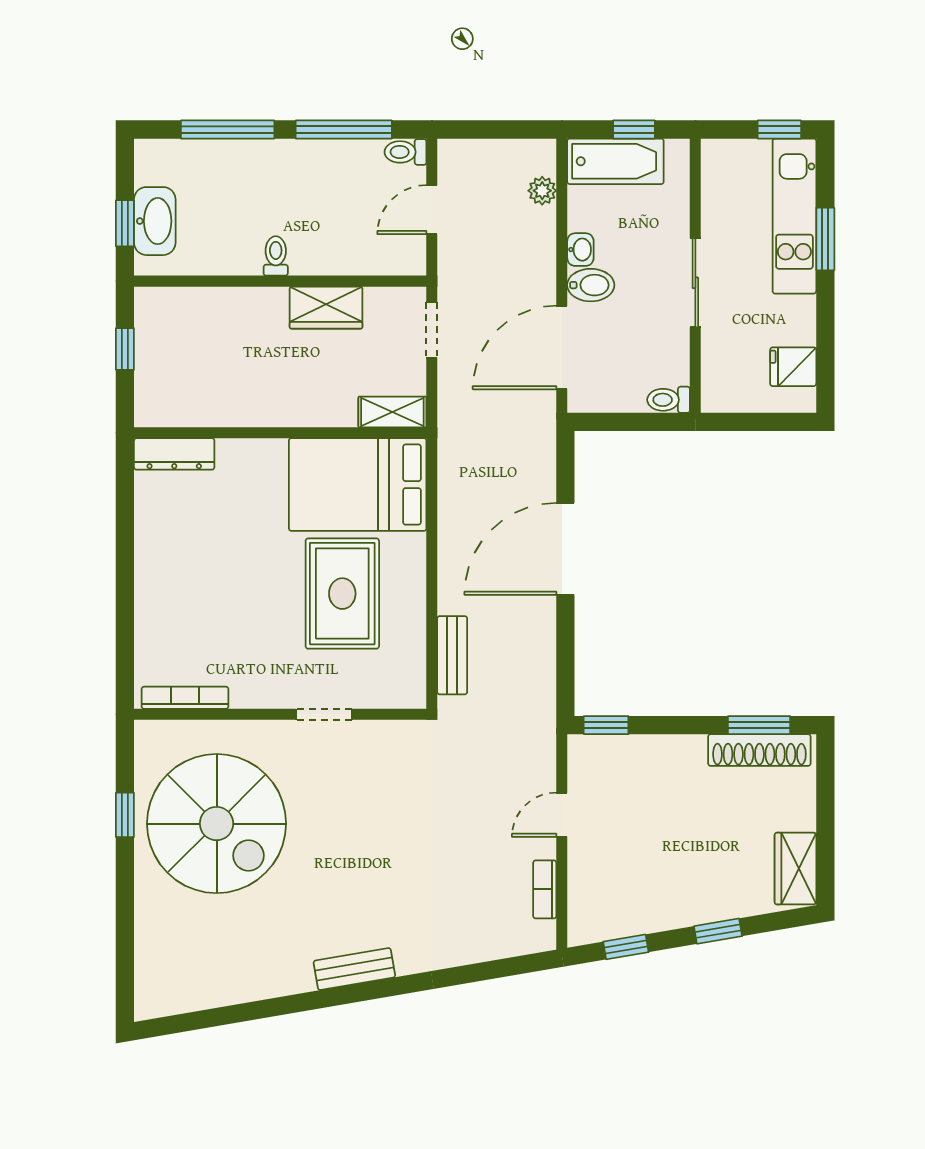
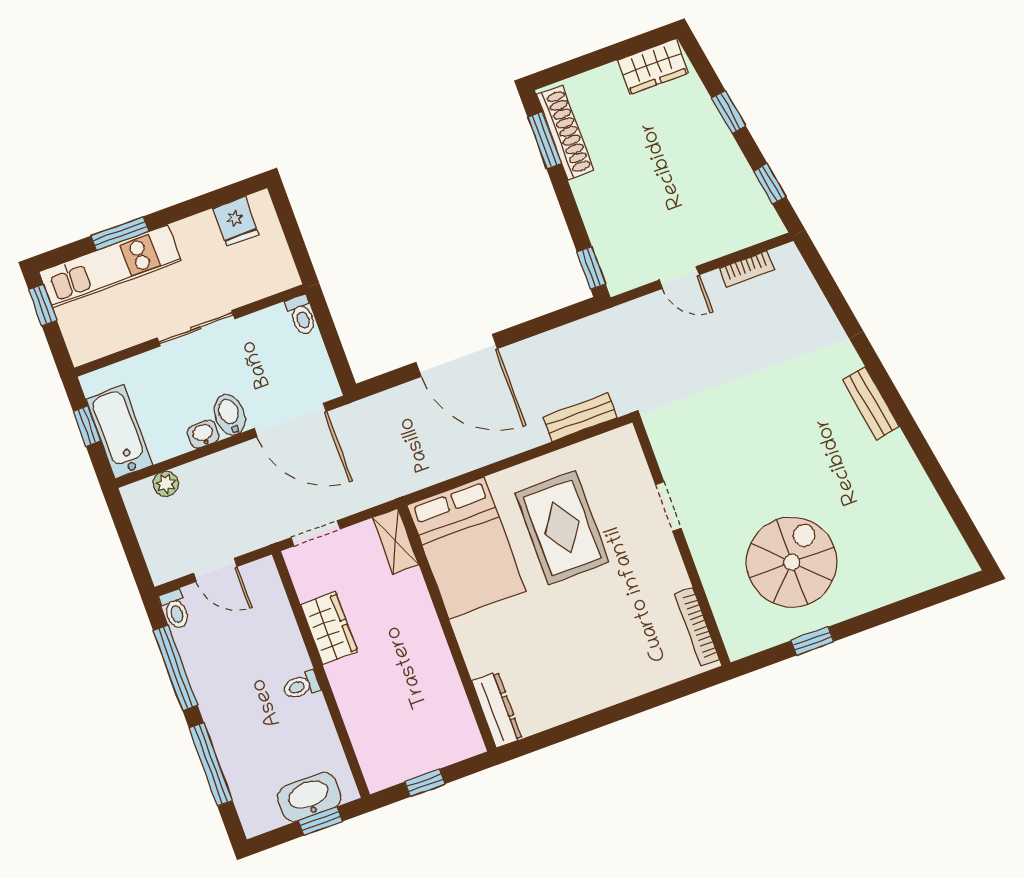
rug: (342, 594) -> (562, 528), turned 90
spiral stairs: (217, 824) -> (792, 562), width x0.73, depth x0.73

